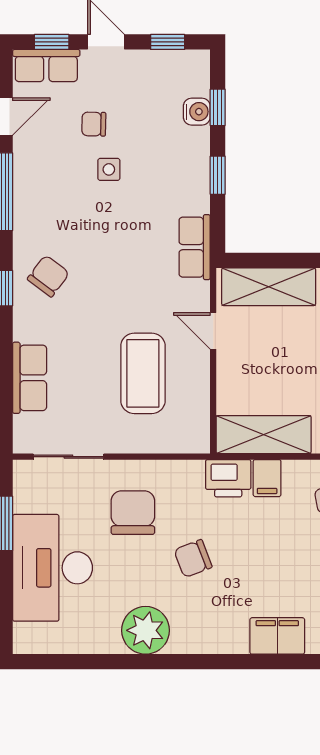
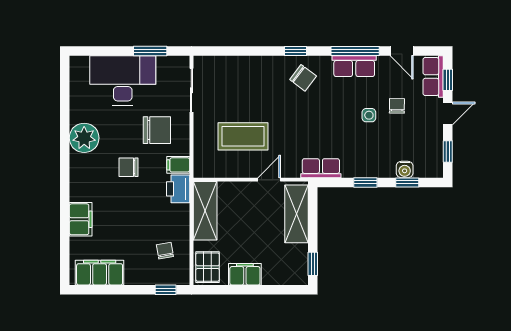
row of seats: (30, 378) -> (354, 66), moved
filing cabinet: (267, 478) -> (178, 165), moved
chair: (193, 559) -> (128, 167), turned -69

